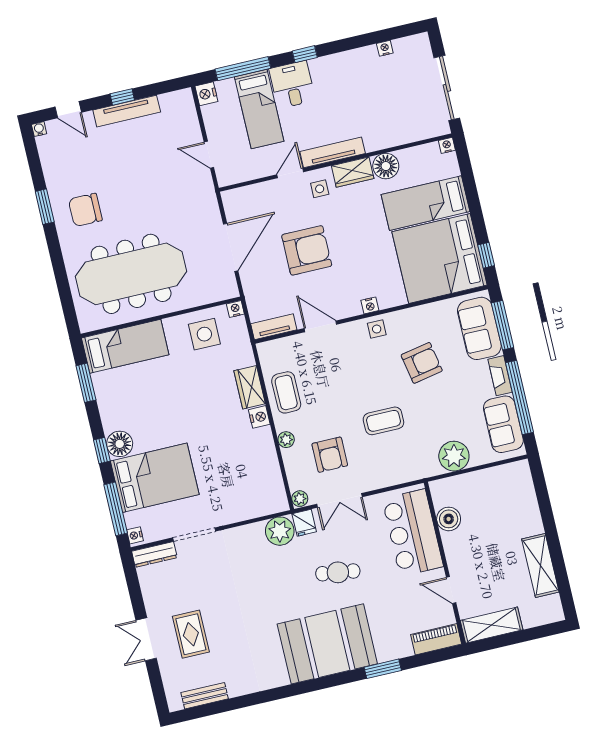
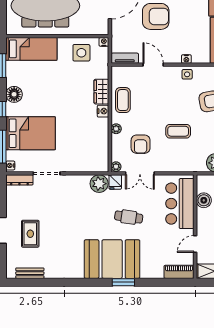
floor lamp: (120, 444) -> (14, 94), moved
door: (451, 590) -> (195, 244), hinge flipped
window: (383, 669) -> (123, 282), moved

